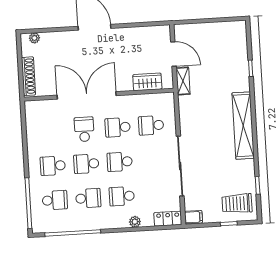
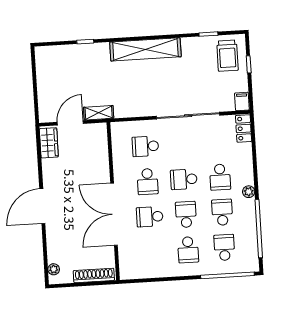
wardrobe: (147, 82) -> (49, 143), moved, turned 180
school desk: (151, 125) -> (145, 146), turned 90
school desk: (120, 162) -> (184, 179), turned 90
school desk: (86, 164) -> (186, 215), turned 180
plant: (135, 222) -> (249, 192), moved

